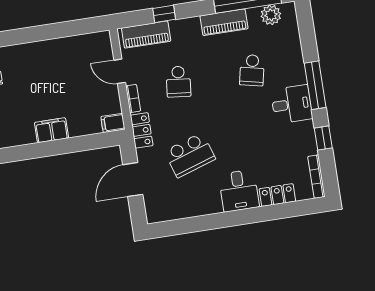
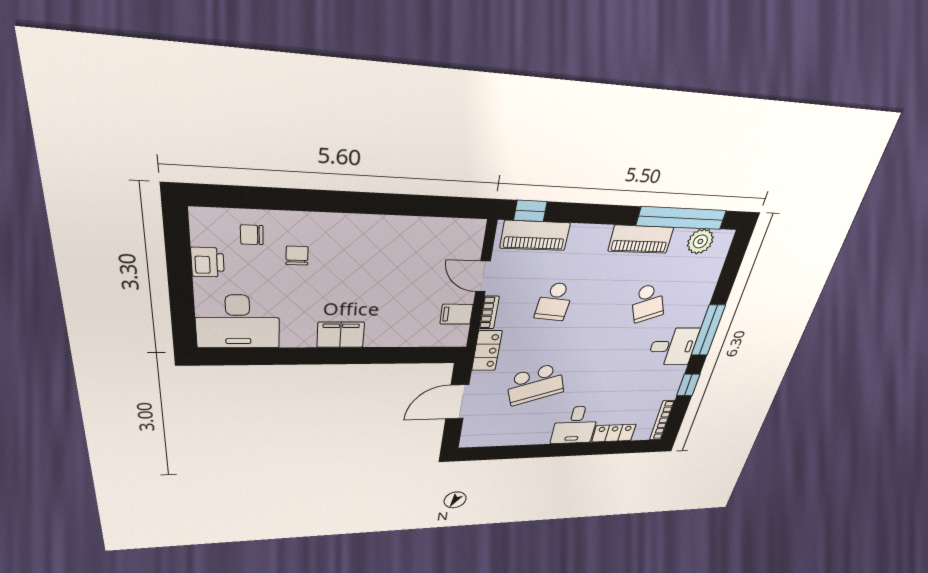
window: (164, 14) -> (530, 211), moved
school desk: (252, 70) -> (647, 303), turned -33
filing cabinet: (113, 123) -> (456, 314), moved
filing cabinet: (51, 130) -> (341, 335), moved

